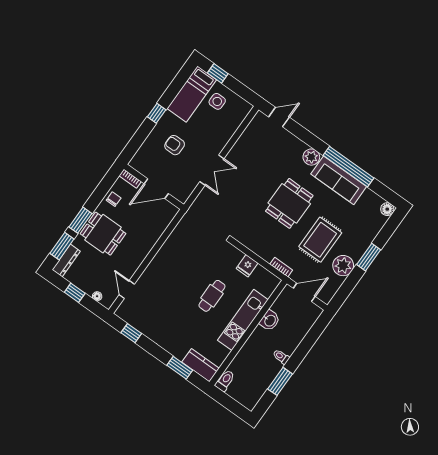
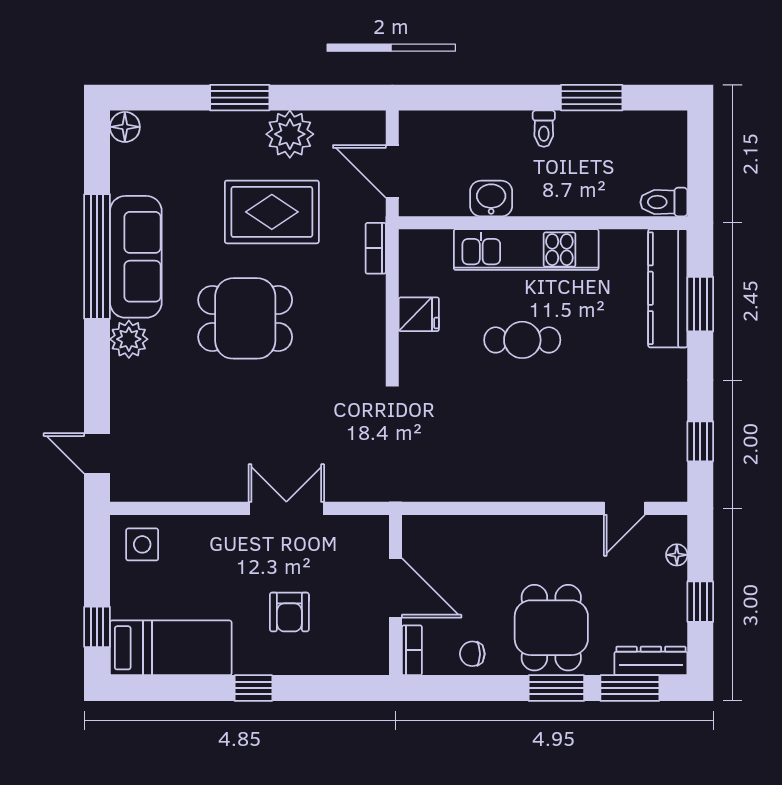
side table: (217, 101) -> (142, 544), moved
kitchen counter: (200, 365) -> (668, 288), width x1.50

